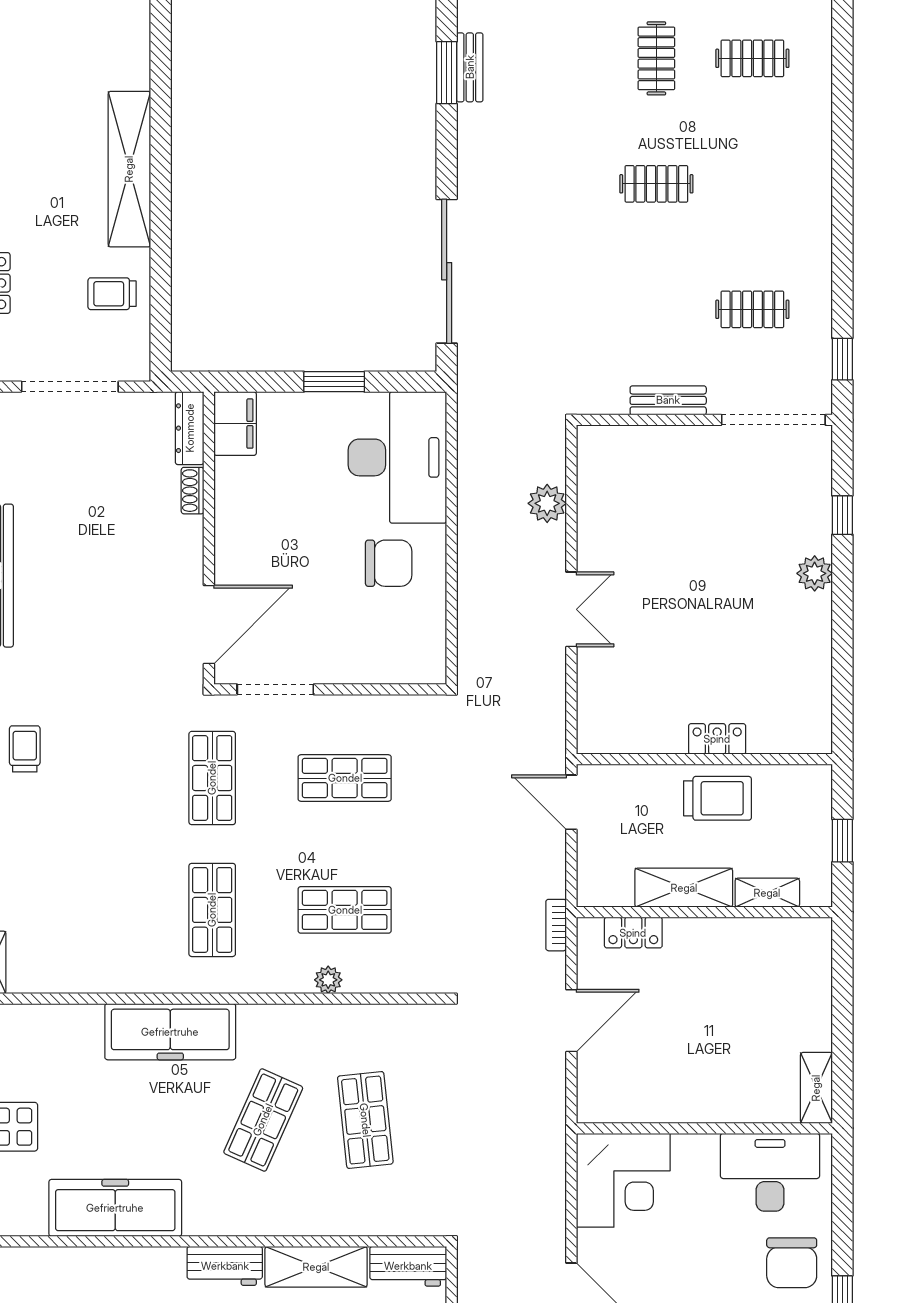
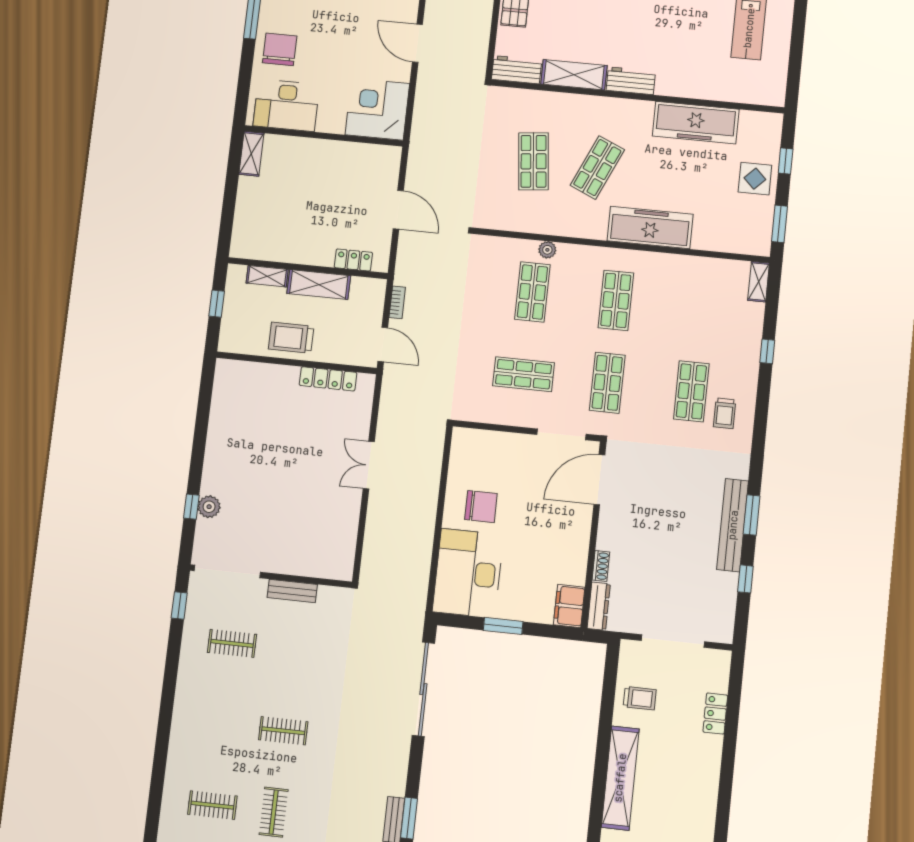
plant: (547, 503) -> (376, 534), removed
chair: (389, 563) -> (481, 507), turned 180
plant: (815, 573) -> (209, 507), moved
locker: (717, 739) -> (328, 379), moved, width x1.53
shop shelf: (80, 778) -> (691, 391), added
shop shelf: (345, 910) -> (532, 292), turned 90
bookcase: (556, 925) -> (397, 302), moved
door: (571, 1021) -> (398, 210), swing flipped

